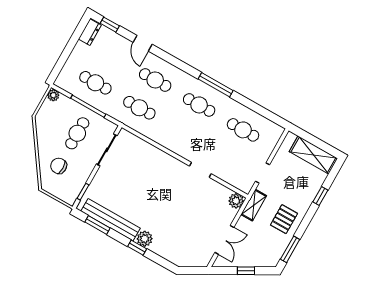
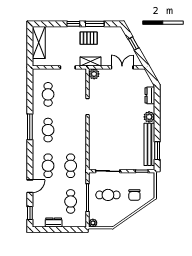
dresser: (90, 32) -> (54, 223), moved
window: (320, 196) -> (73, 24), moved
window: (137, 248) -> (157, 118), removed
window: (290, 249) -> (95, 24), moved
dresser: (170, 255) -> (150, 95), added

